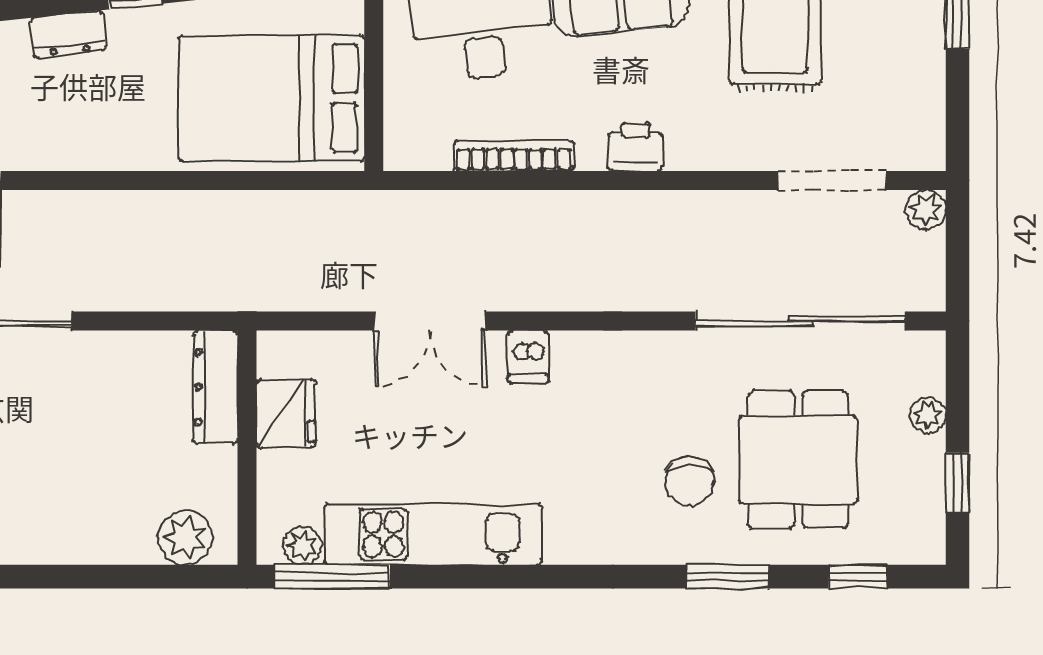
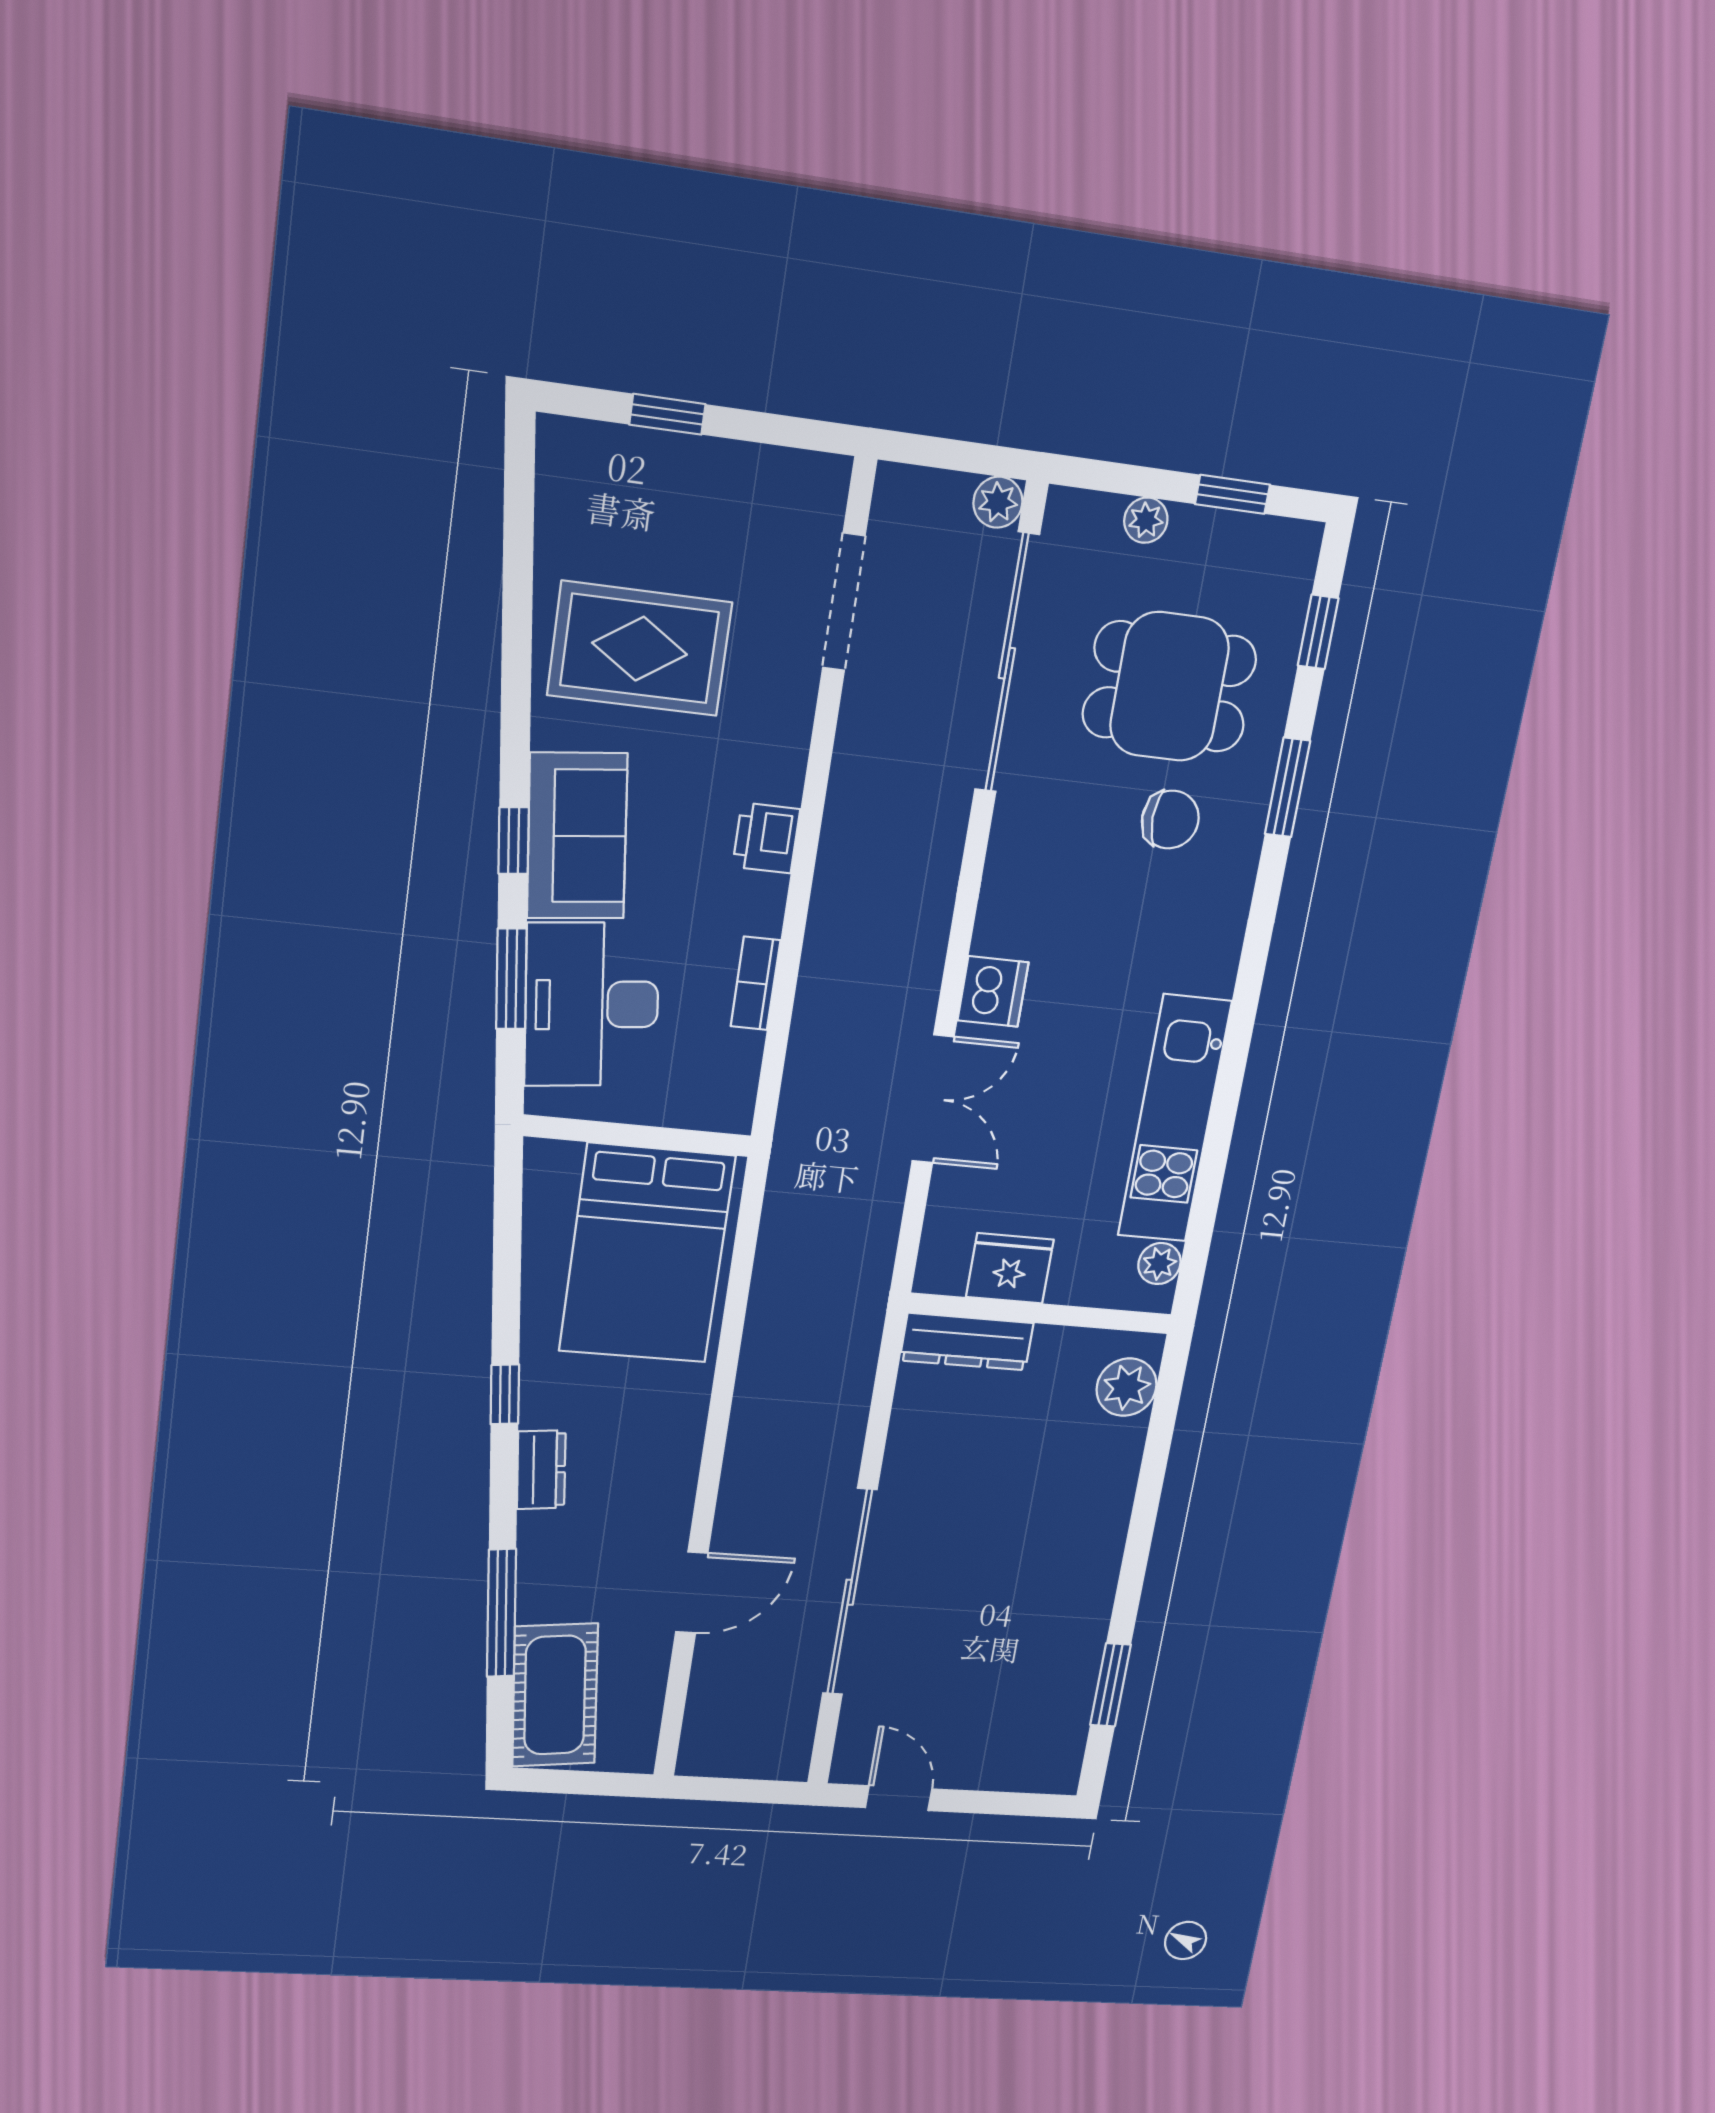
bookcase: (514, 156) -> (755, 983), width x0.64
plant: (926, 210) -> (998, 502), moved
dishwasher: (528, 357) -> (993, 991), width x1.38
window: (332, 577) -> (1200, 1234), removed

